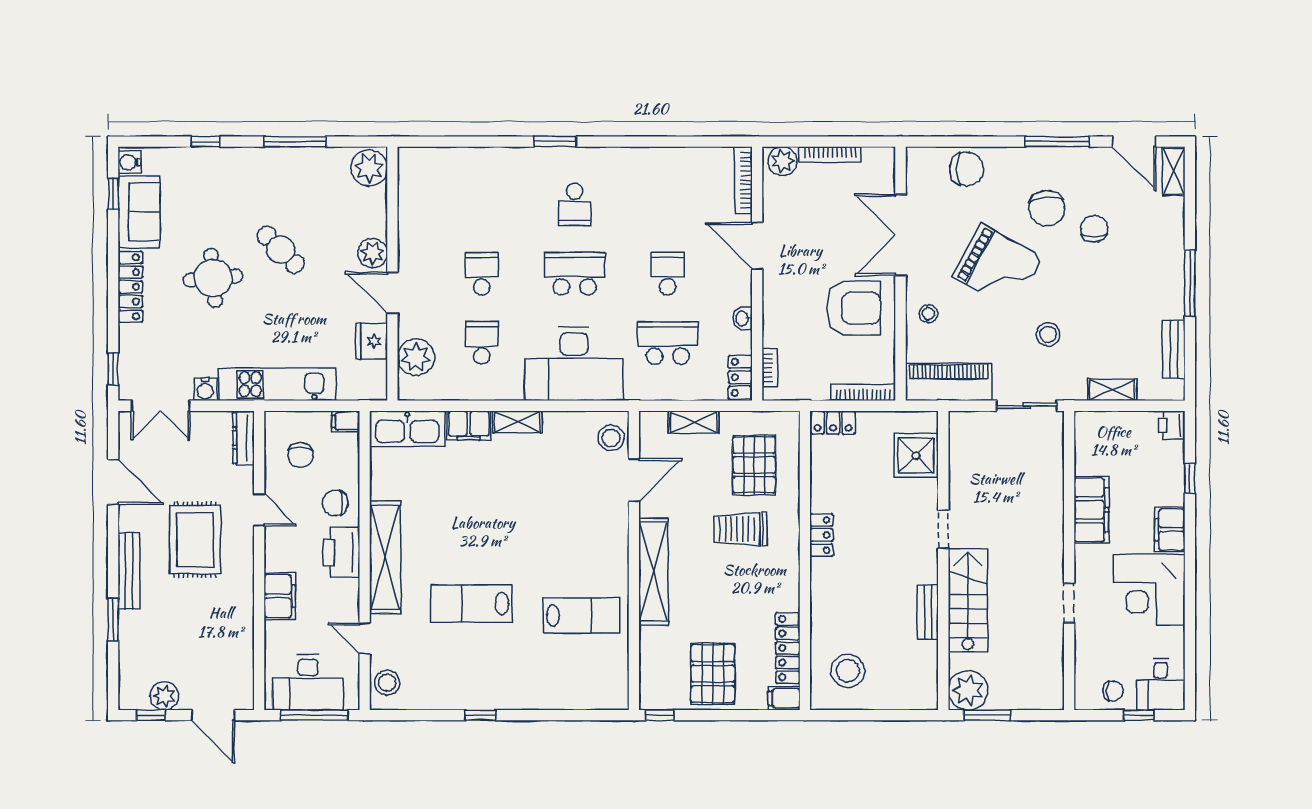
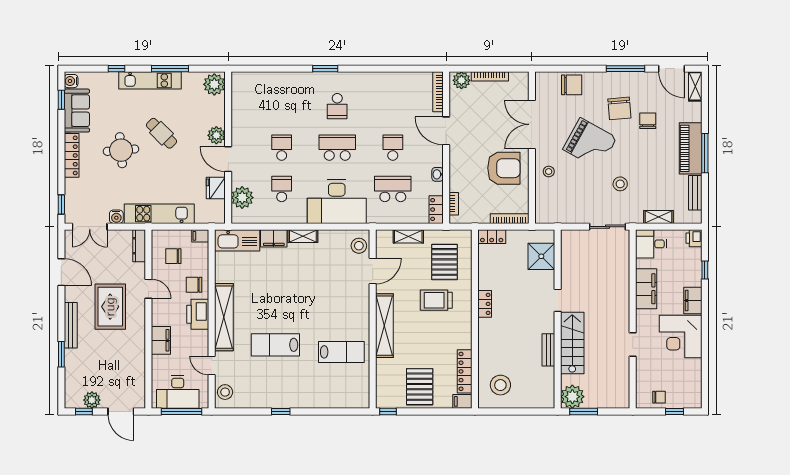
kitchen unit: (262, 161) -> (150, 80), added
piano: (949, 382) -> (691, 148), moved, turned -90
chair: (301, 455) -> (173, 256), turned 90
desk: (1161, 684) -> (651, 244), moved, turned 90

